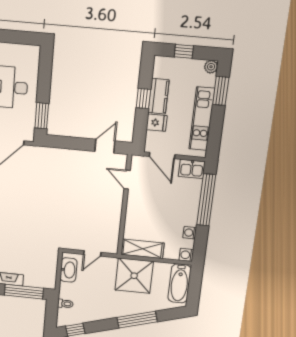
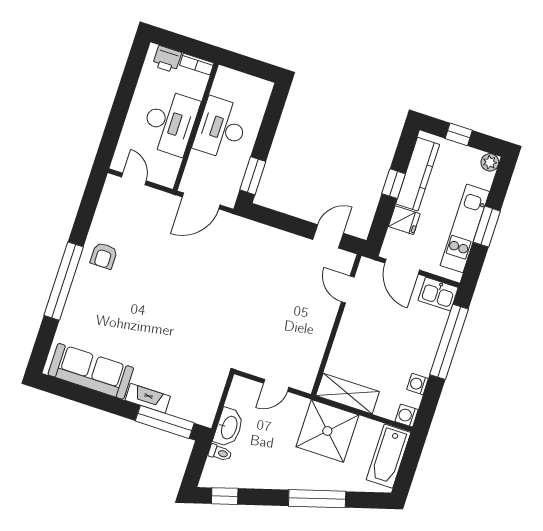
window: (221, 91) -> (487, 227), moved
kitchen counter: (159, 96) -> (418, 174), width x1.50
washbasin: (68, 270) -> (229, 427), moved

